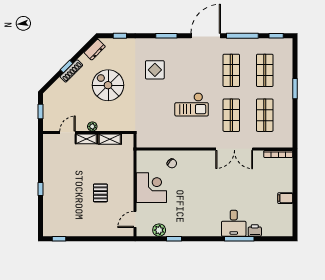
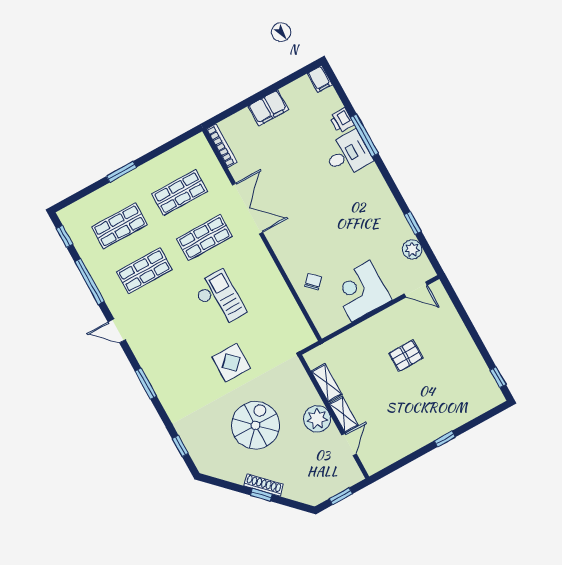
door: (206, 36) -> (117, 331), width x0.53
dresser: (95, 50) -> (218, 470), removed
display table: (155, 70) -> (231, 363), moved
spiral stairs: (108, 85) -> (256, 425), turned 180
plant: (92, 126) -> (317, 419), width x1.88, depth x1.88
door: (68, 133) -> (349, 444), swing flipped
filing cabinet: (285, 198) -> (268, 108), width x2.00
filing cabinet: (285, 231) -> (320, 79), added

